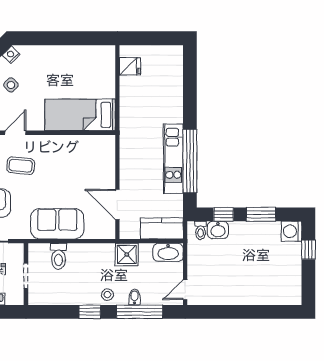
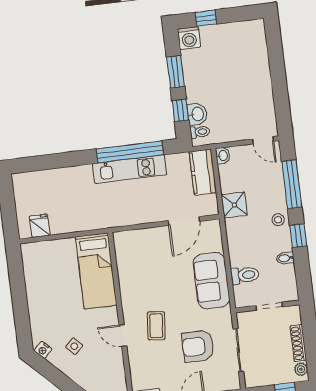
washbasin: (168, 252) -> (223, 156), width x0.52, depth x0.69
bidet: (134, 297) -> (285, 258), moved

